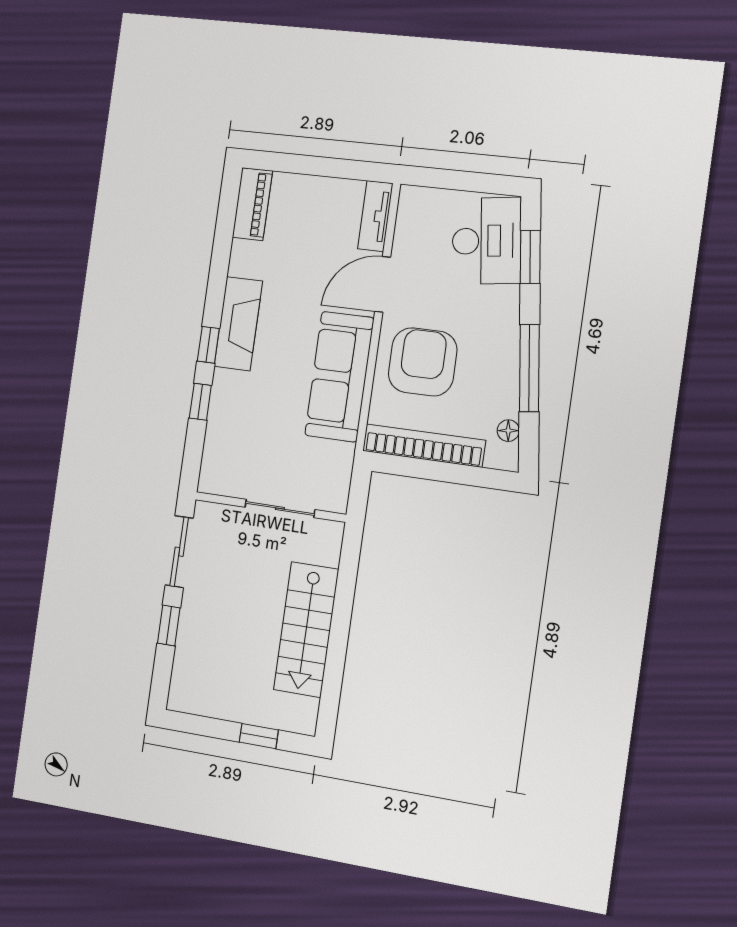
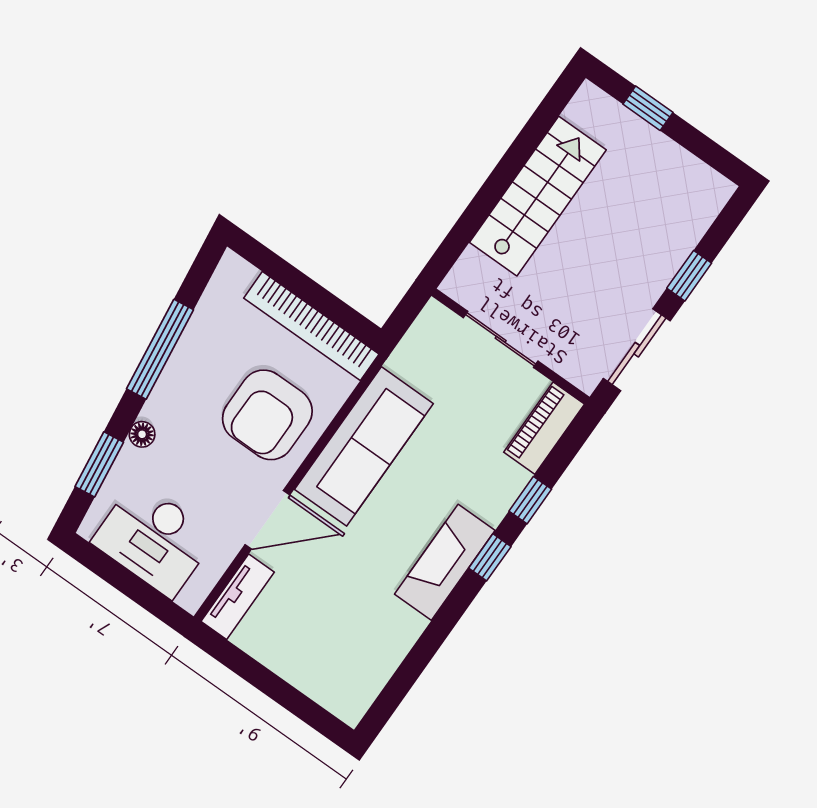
piano: (252, 204) -> (544, 428), moved
desk: (487, 241) -> (154, 539), moved, turned -83
floor lamp: (508, 431) -> (142, 434), moved

